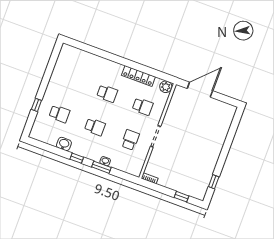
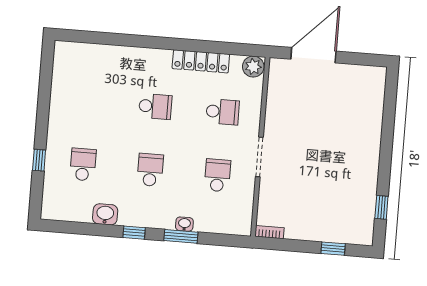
school desk: (59, 114) -> (83, 164), turned -90
school desk: (95, 127) -> (150, 170), turned -90

